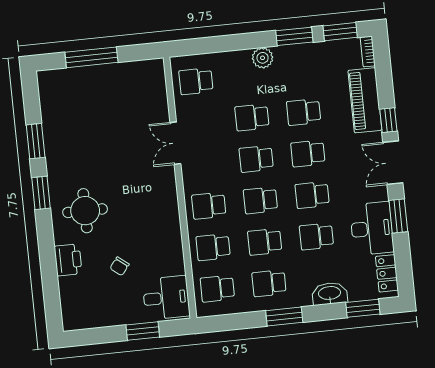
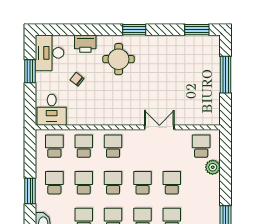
plant: (263, 58) -> (213, 167), moved
window: (36, 141) -> (197, 30), moved
desk: (86, 309) -> (50, 53), added
window: (143, 331) -> (30, 71), moved

